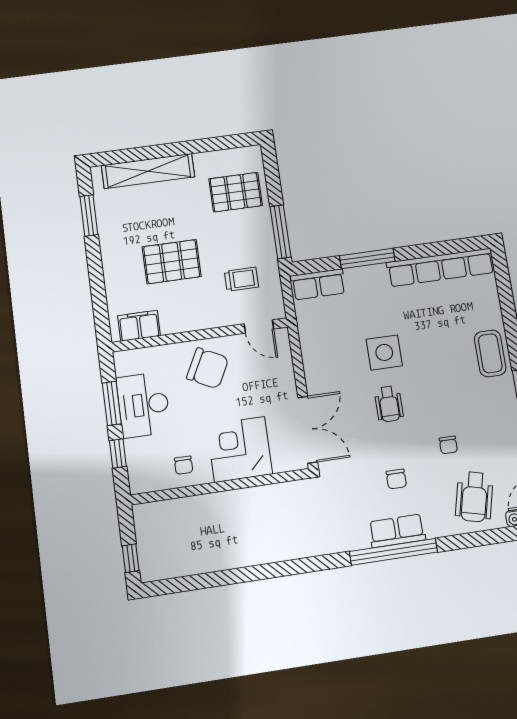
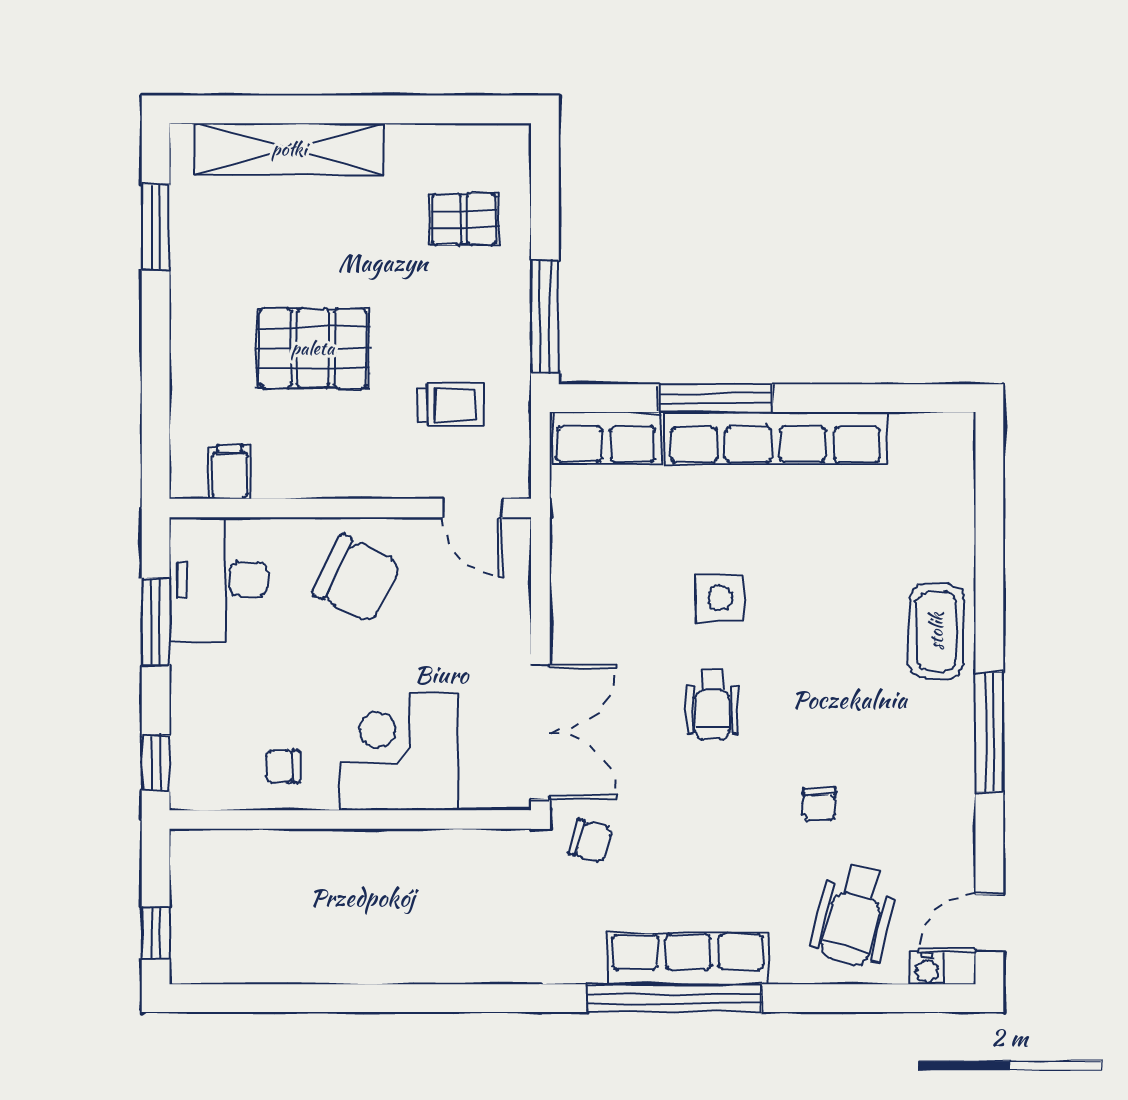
pallet: (236, 192) -> (464, 219), width x0.67, depth x0.71
row of seats: (441, 267) -> (776, 438), moved
filing cabinet: (139, 326) -> (230, 472), width x0.50
side table: (384, 352) -> (720, 598), width x0.73, depth x0.73
desk: (143, 405) -> (218, 580), moved
window: (118, 453) -> (156, 763), moved
chair: (184, 465) -> (283, 766), turned 90
chair: (396, 479) -> (590, 841), moved, turned -74
row of seats: (397, 531) -> (688, 958), width x1.48

